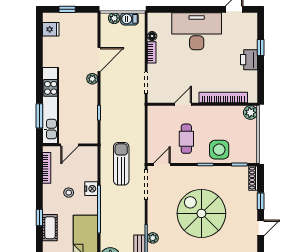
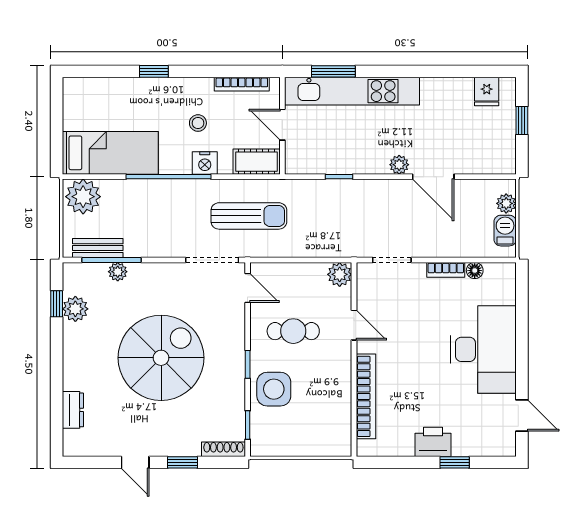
plant: (250, 112) -> (340, 274), moved
cot: (50, 228) -> (257, 162), moved

